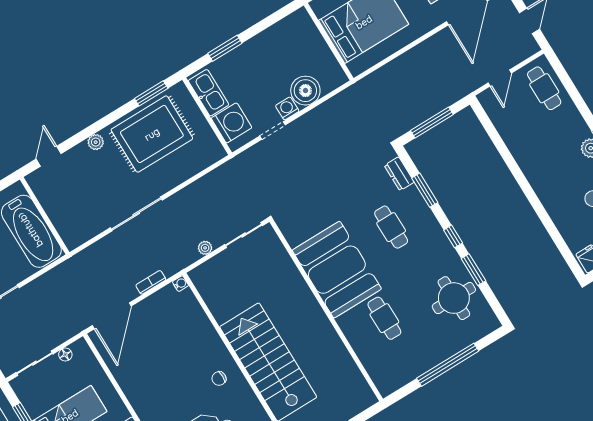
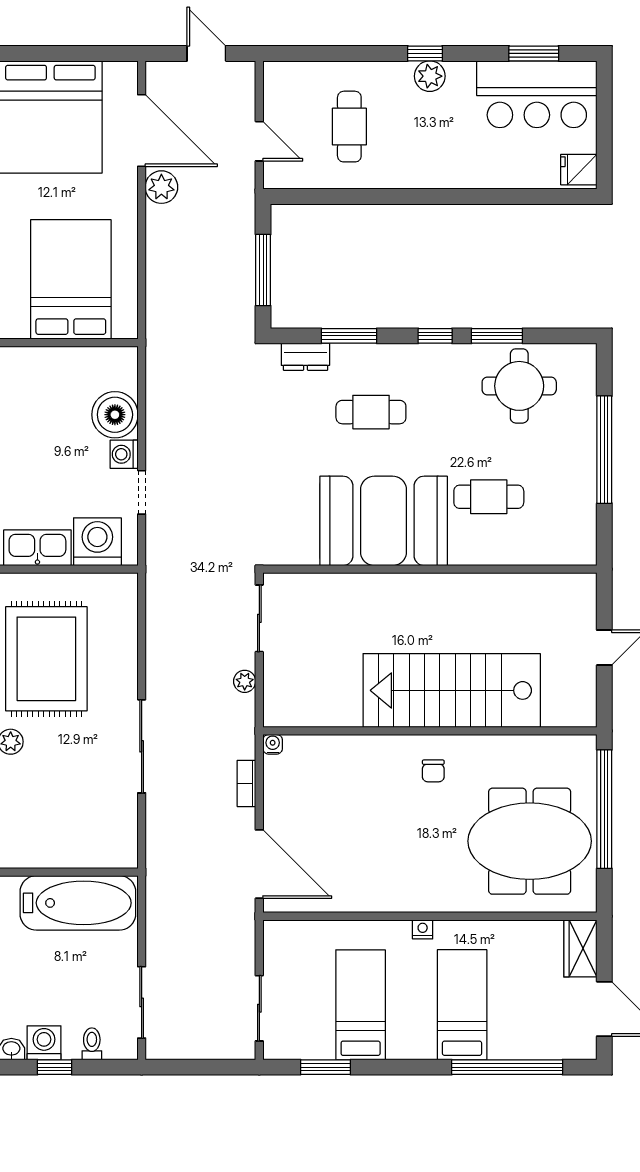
plant: (443, 41) -> (161, 187), added
cafe table: (544, 88) -> (349, 127), moved, turned 90
floor lamp: (65, 355) -> (273, 959), removed

